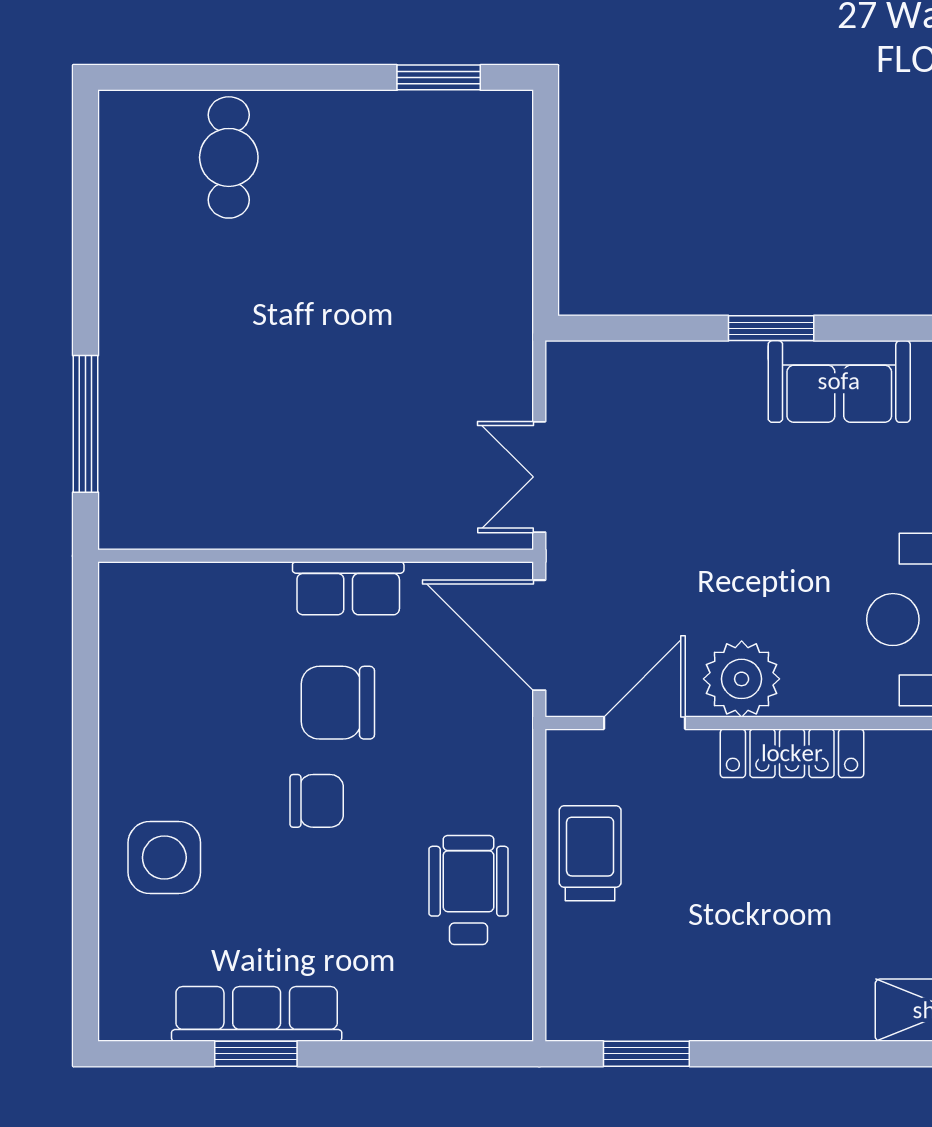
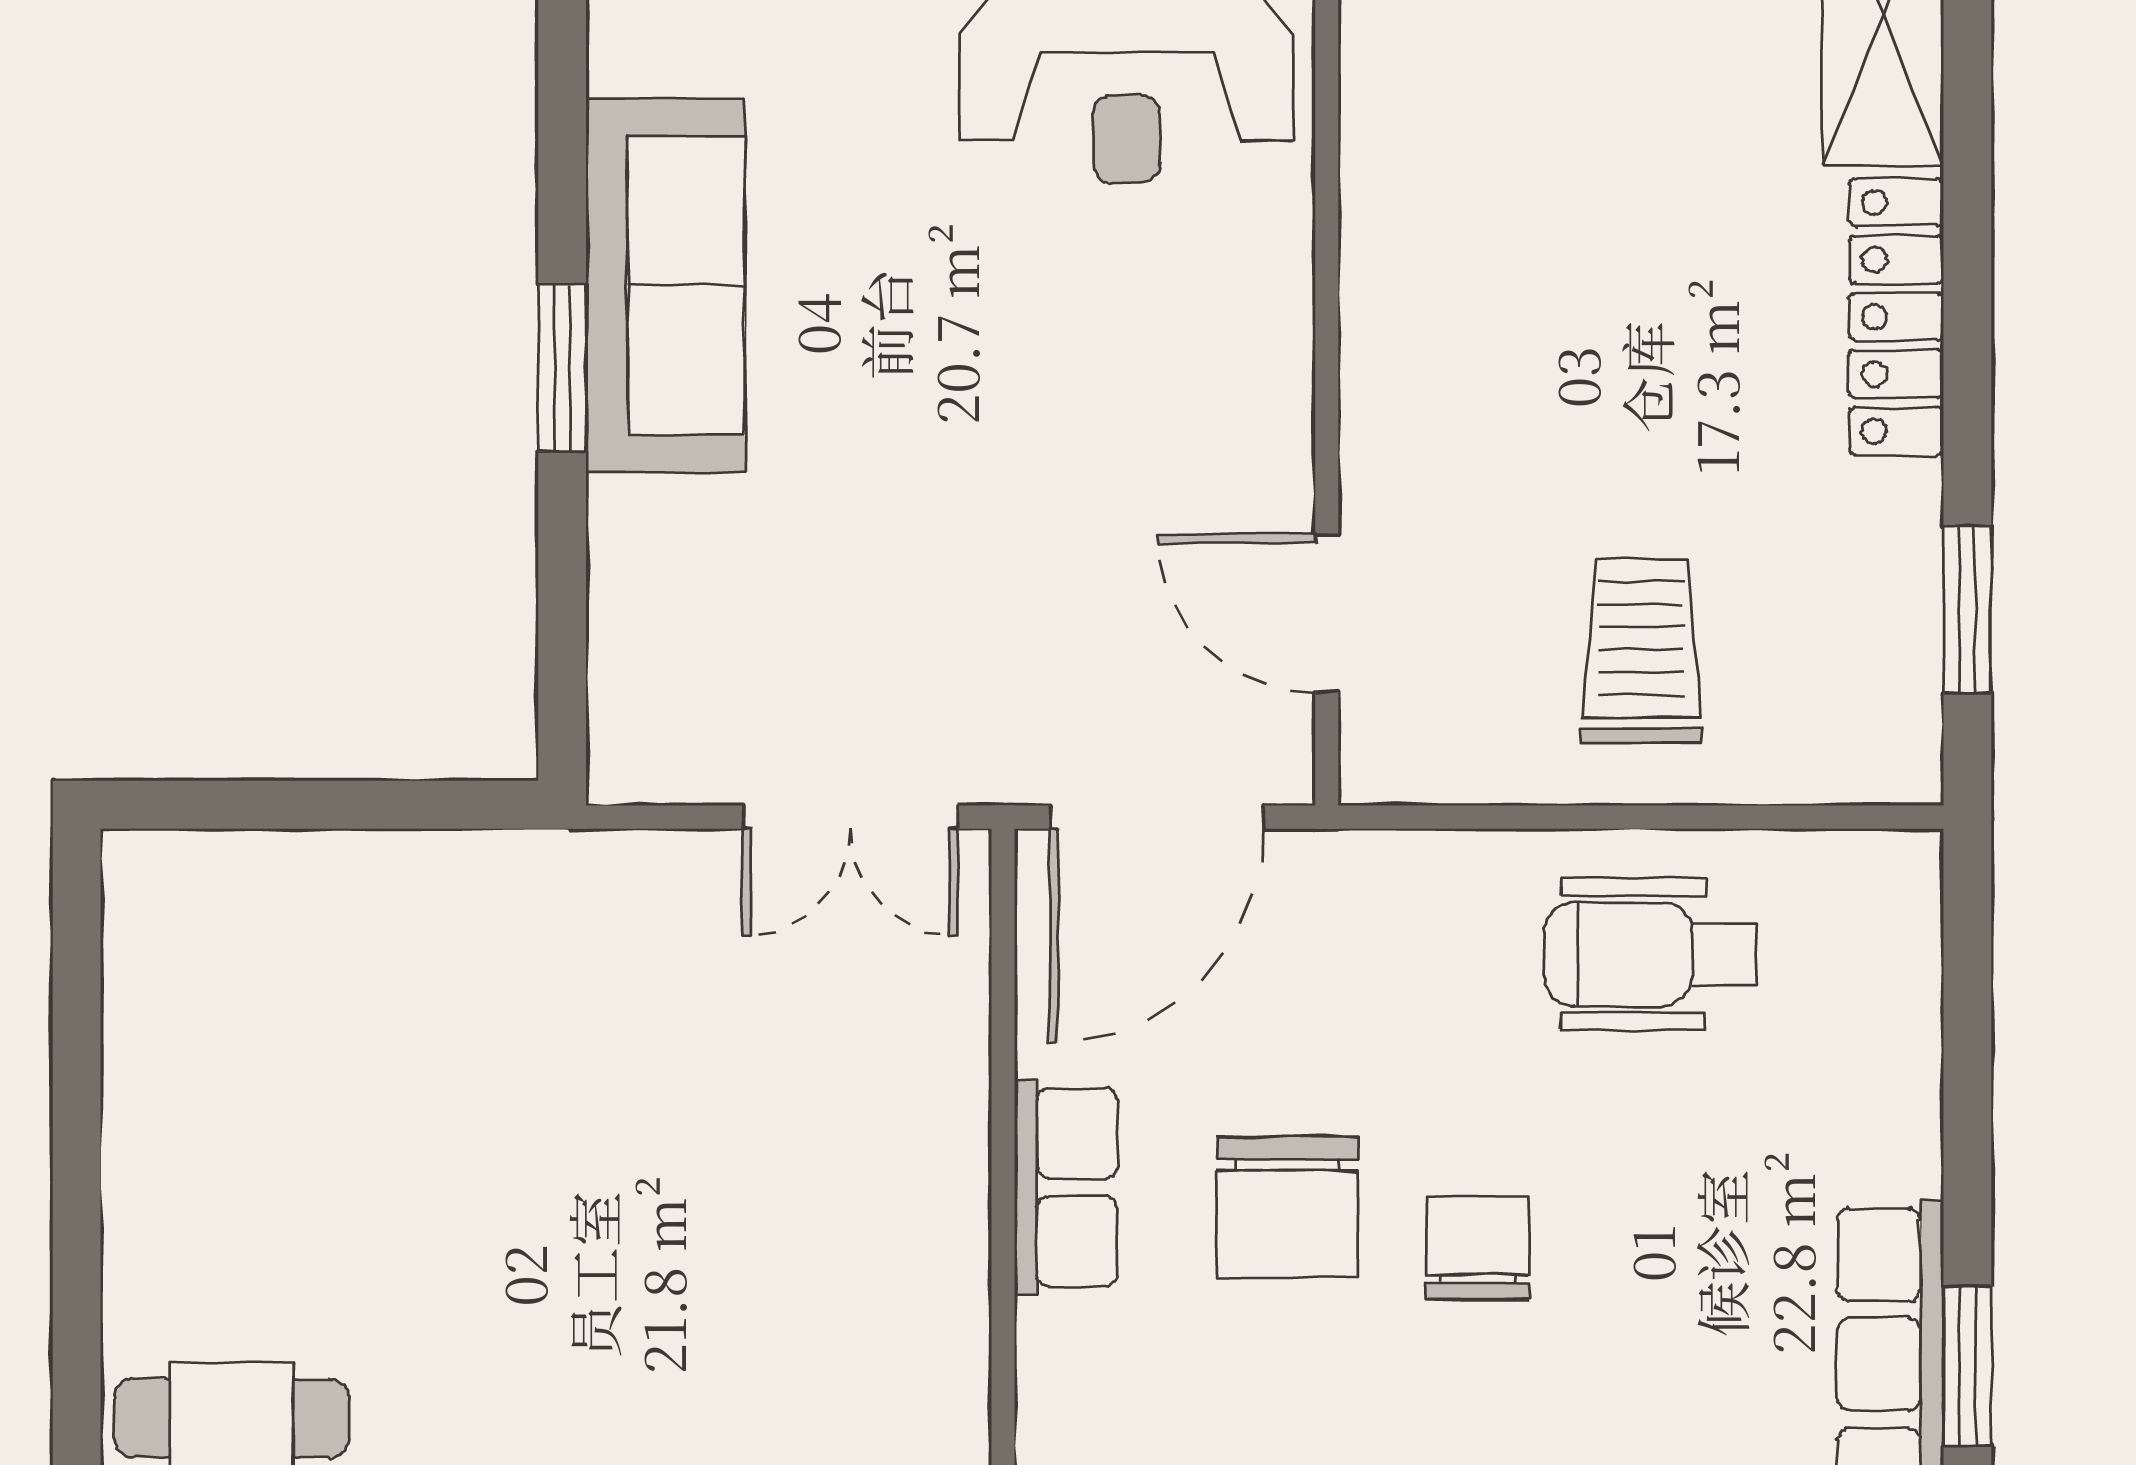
window: (439, 77) -> (77, 1012), removed
sofa: (839, 381) -> (665, 286), width x1.36
plant: (742, 679) -> (1241, 425), removed
locker: (792, 753) -> (1896, 317), moved, turned 180
trolley: (590, 853) -> (1642, 651), moved, turned 90

